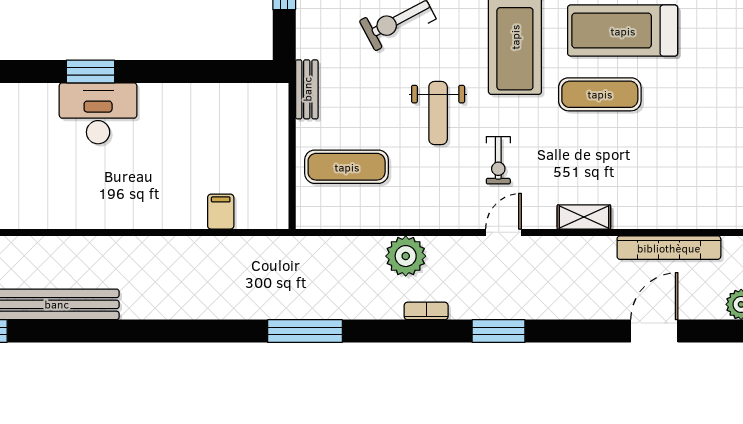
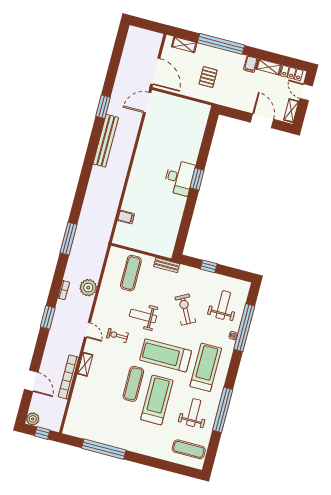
bookcase: (669, 248) -> (68, 377), moved

